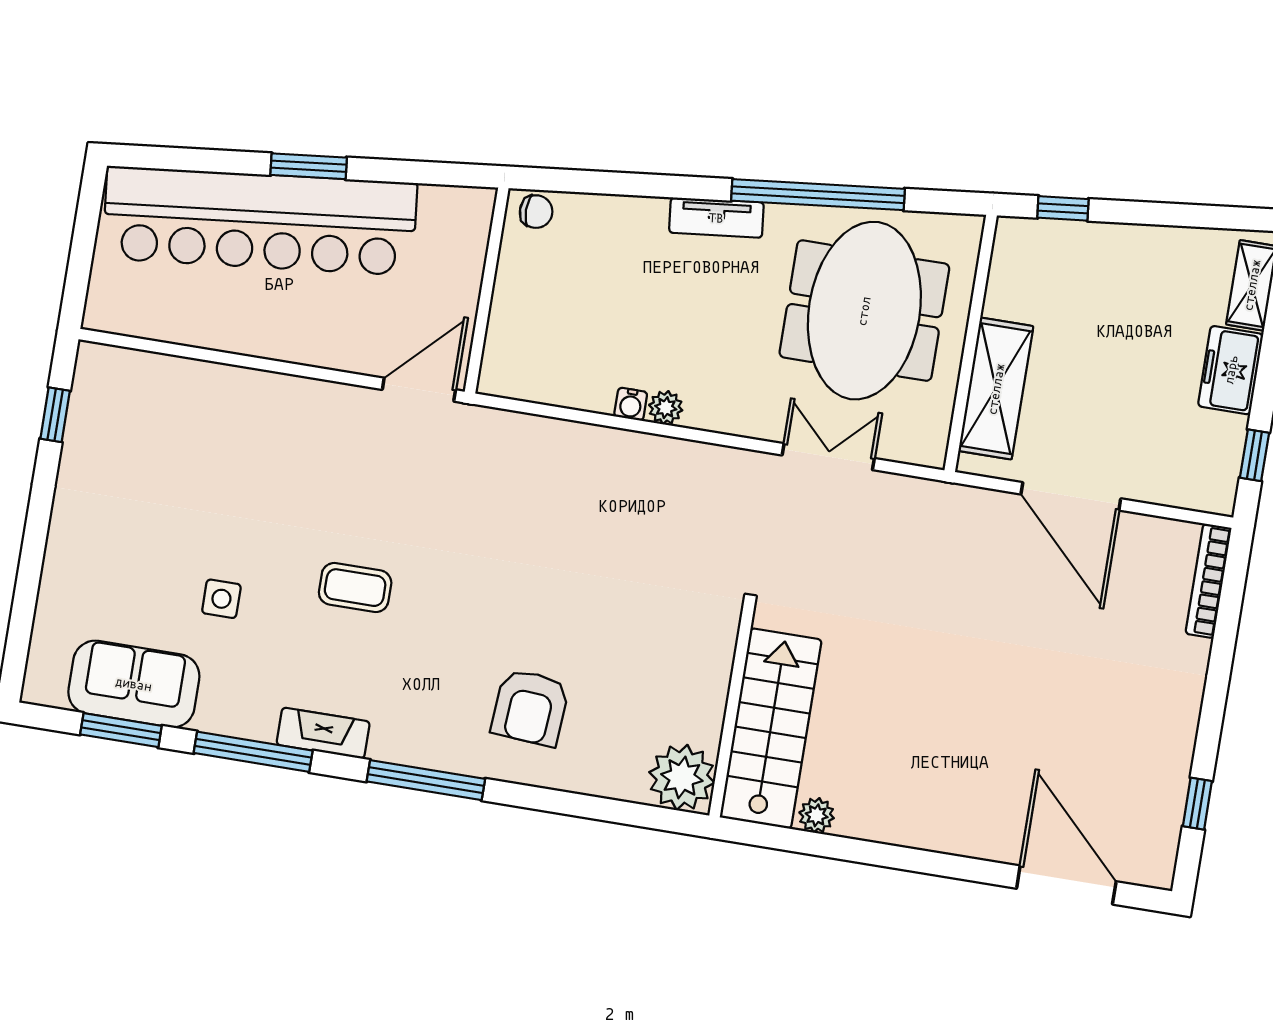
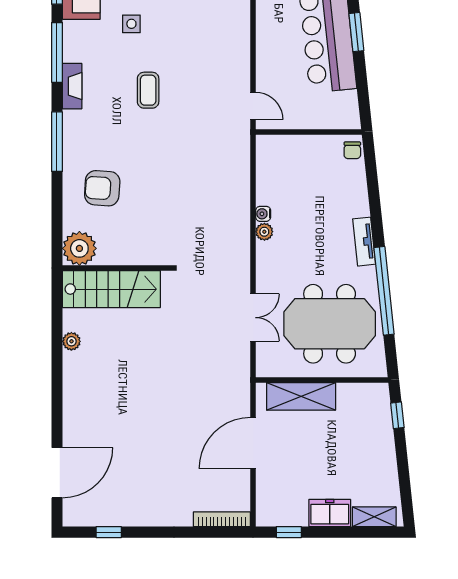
door: (419, 390) -> (253, 106), width x0.73
wall: (732, 711) -> (117, 268), moved
stairs: (771, 728) -> (111, 289), moved
plant: (682, 777) -> (79, 248), moved

